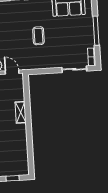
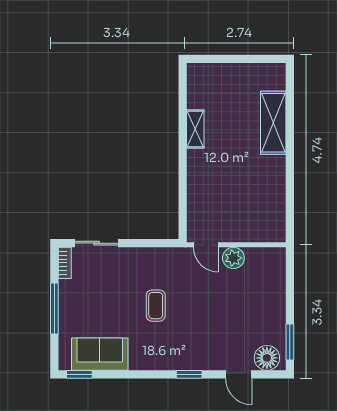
shelving: (21, 112) -> (195, 129), moved
window: (13, 178) -> (216, 59), removed

